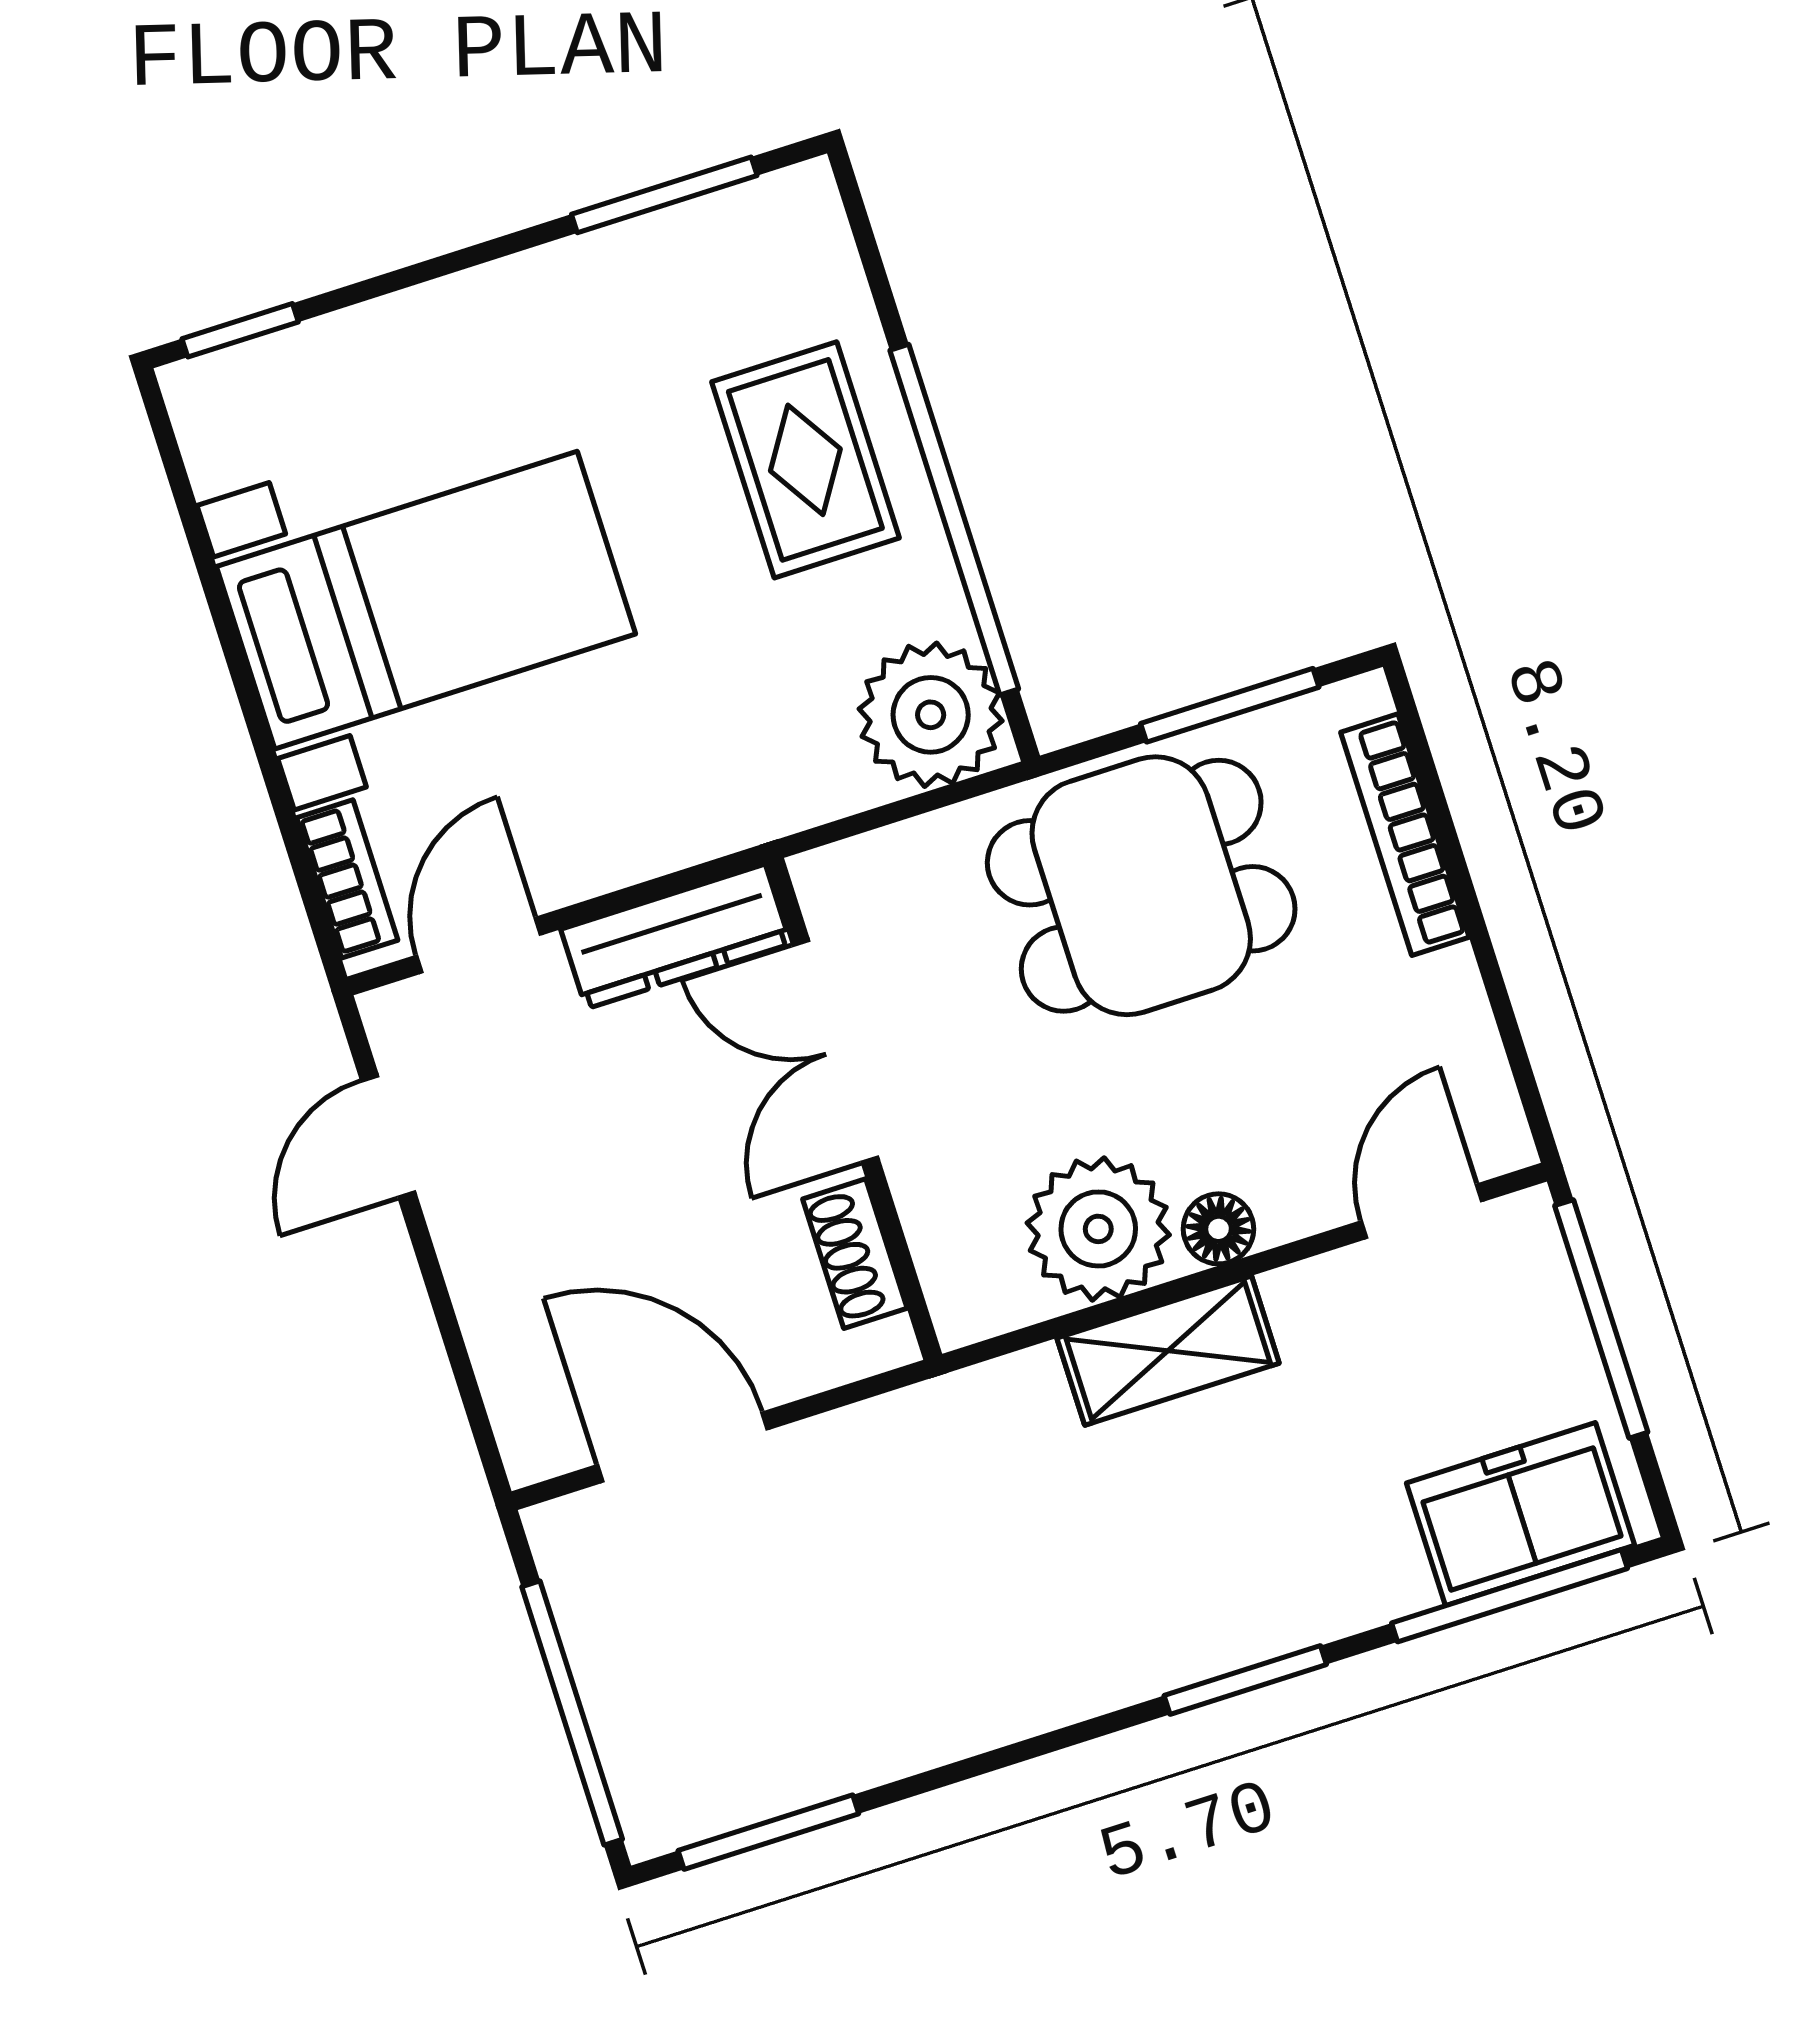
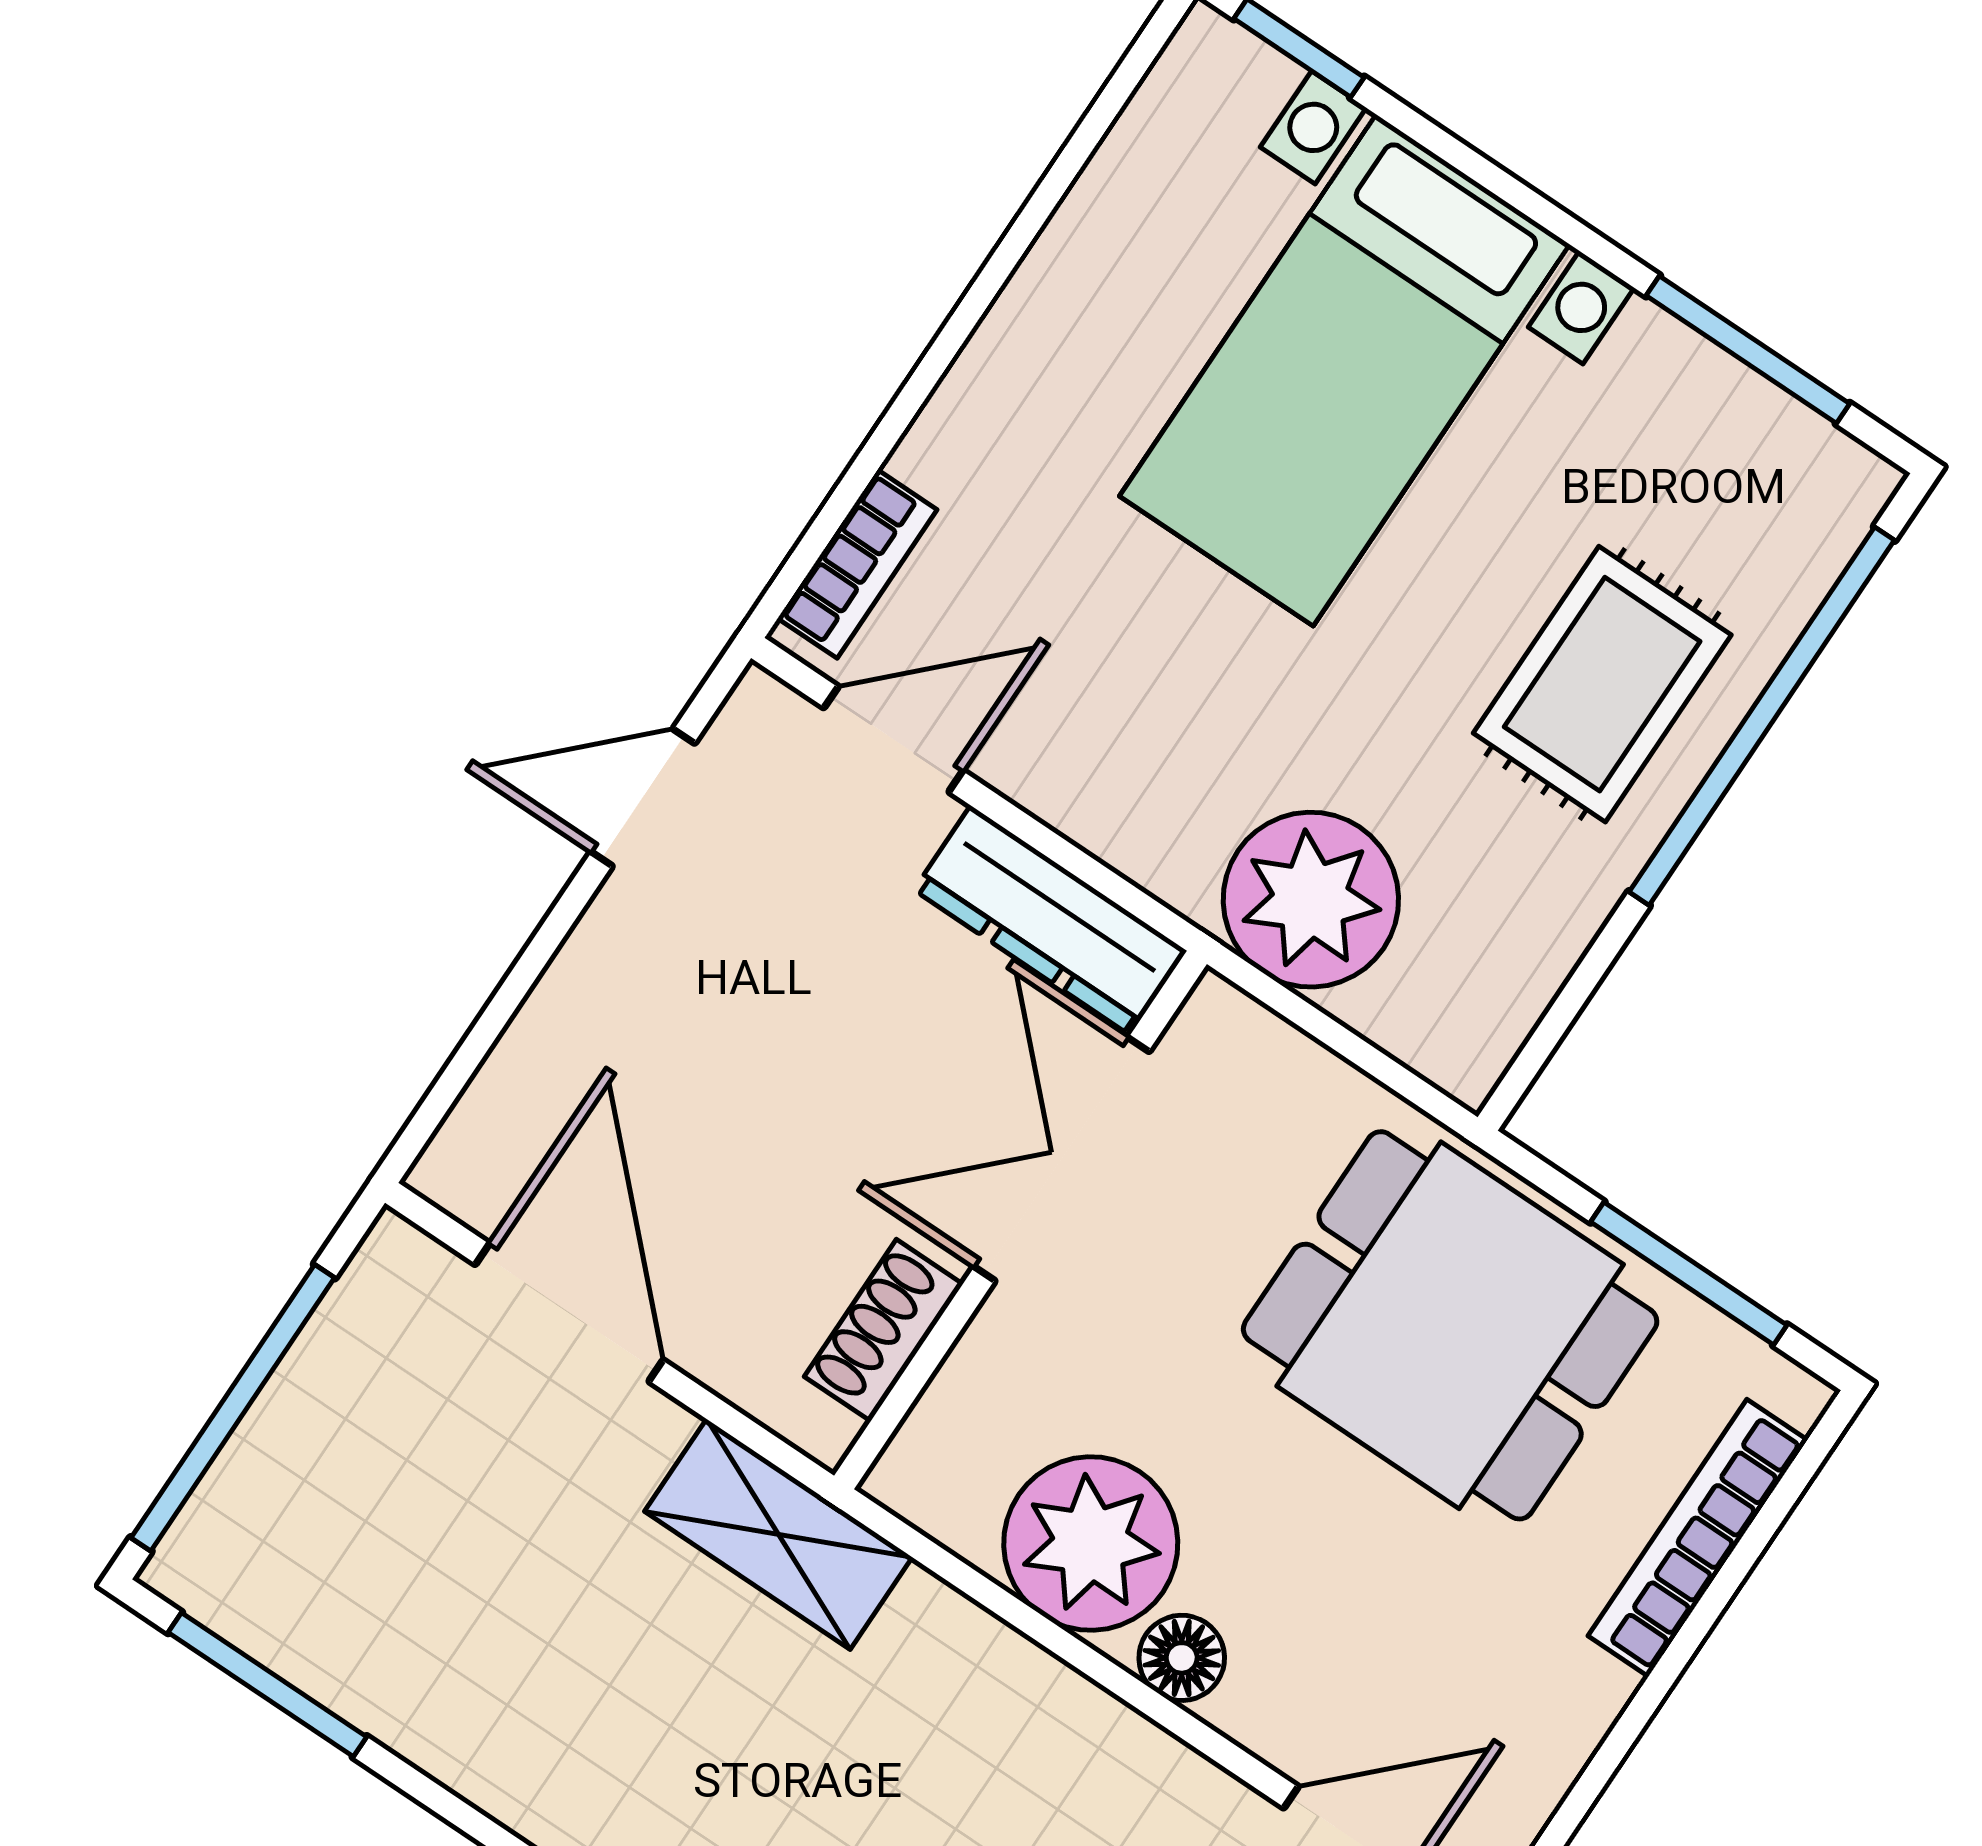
window: (954, 520) -> (1762, 716), moved
bed with nightstands: (426, 600) -> (1345, 370), moved, turned 90
plant: (931, 715) -> (1311, 900), moved
shelving: (1168, 1351) -> (778, 1534), moved

